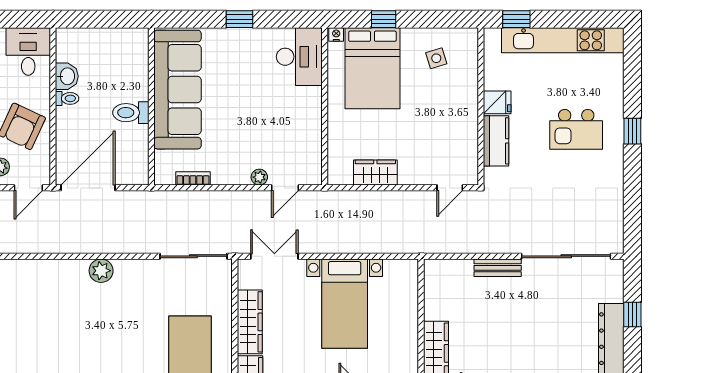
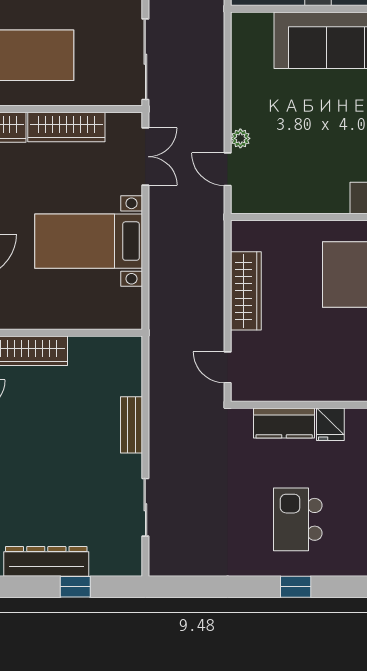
wardrobe: (375, 173) -> (246, 291), width x1.50
bookcase: (193, 178) -> (239, 59), removed
sliding door: (566, 256) -> (145, 507), width x0.54

